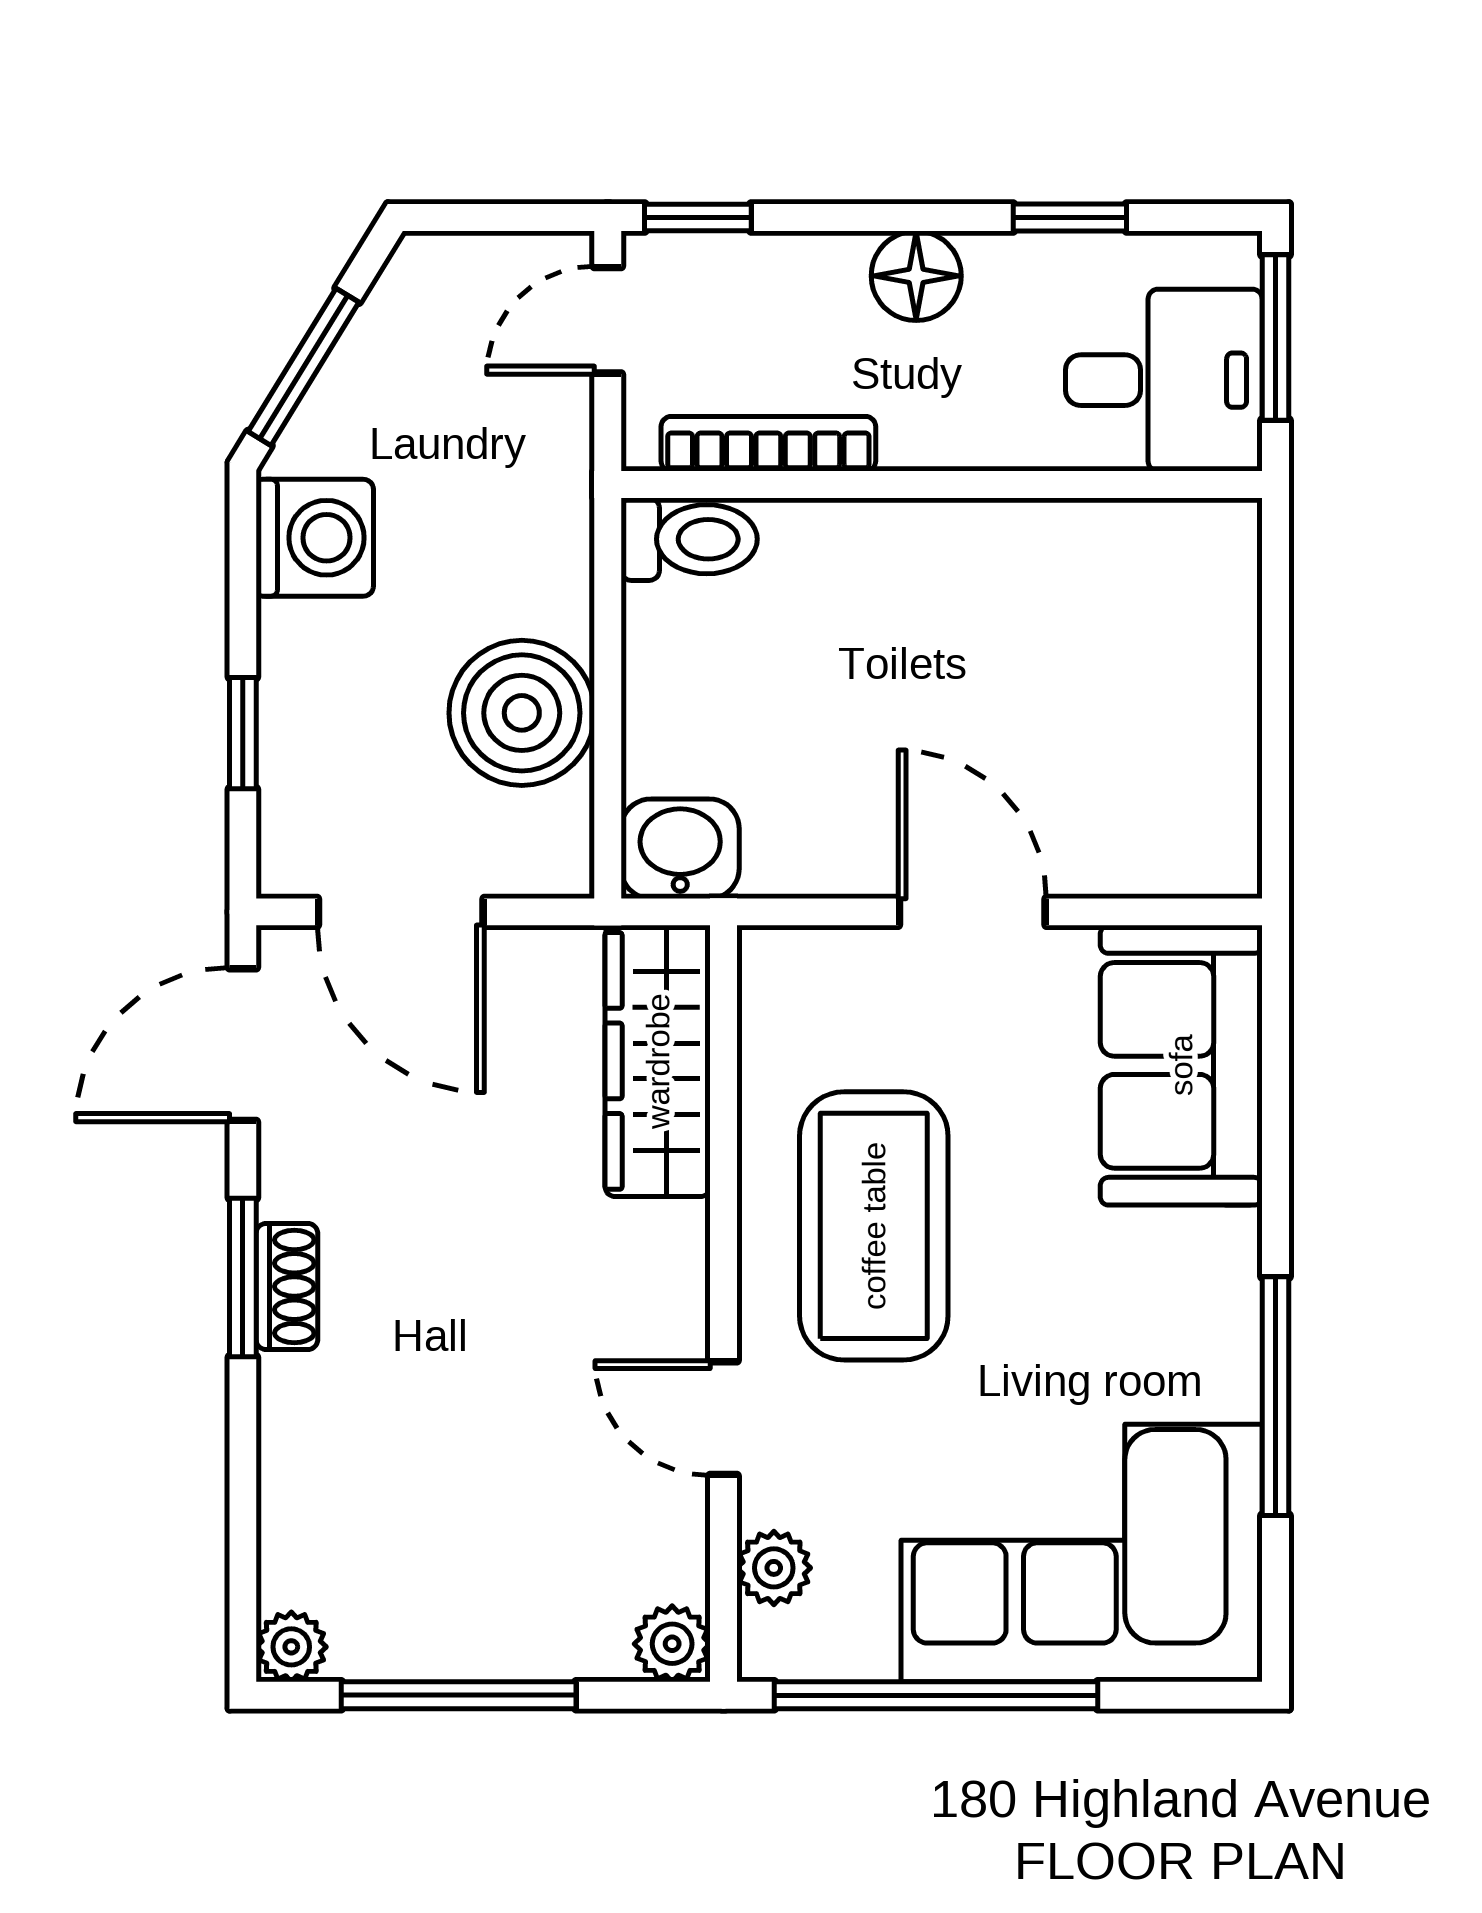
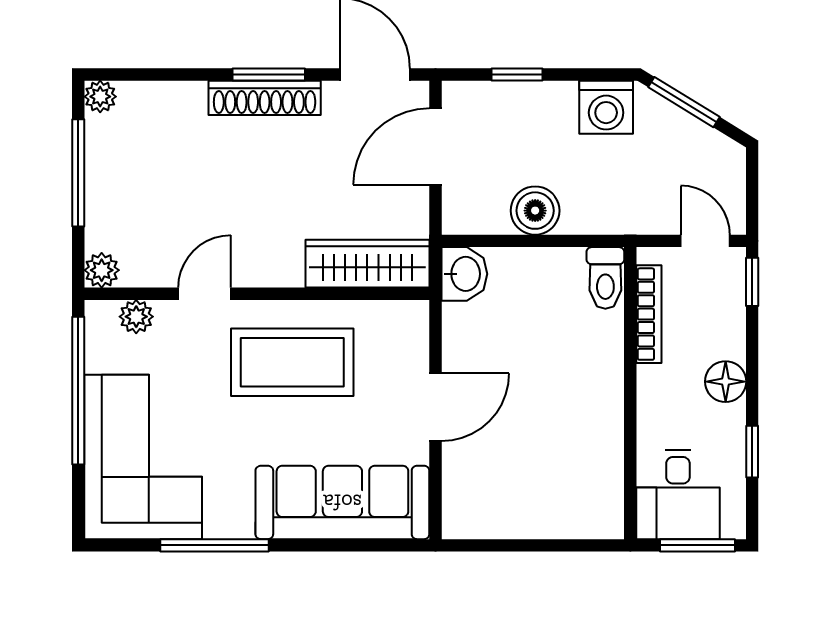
boiler: (522, 713) -> (535, 211), width x0.73, depth x0.73
sofa: (1181, 1065) -> (342, 502), width x1.36
shoe rack: (287, 1287) -> (265, 98), width x1.94, depth x1.24

